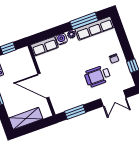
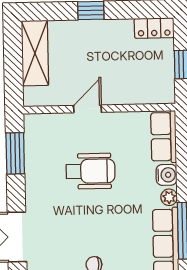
wheelchair: (98, 76) -> (91, 171), moved, turned 90
door: (43, 86) -> (87, 109), width x0.53

